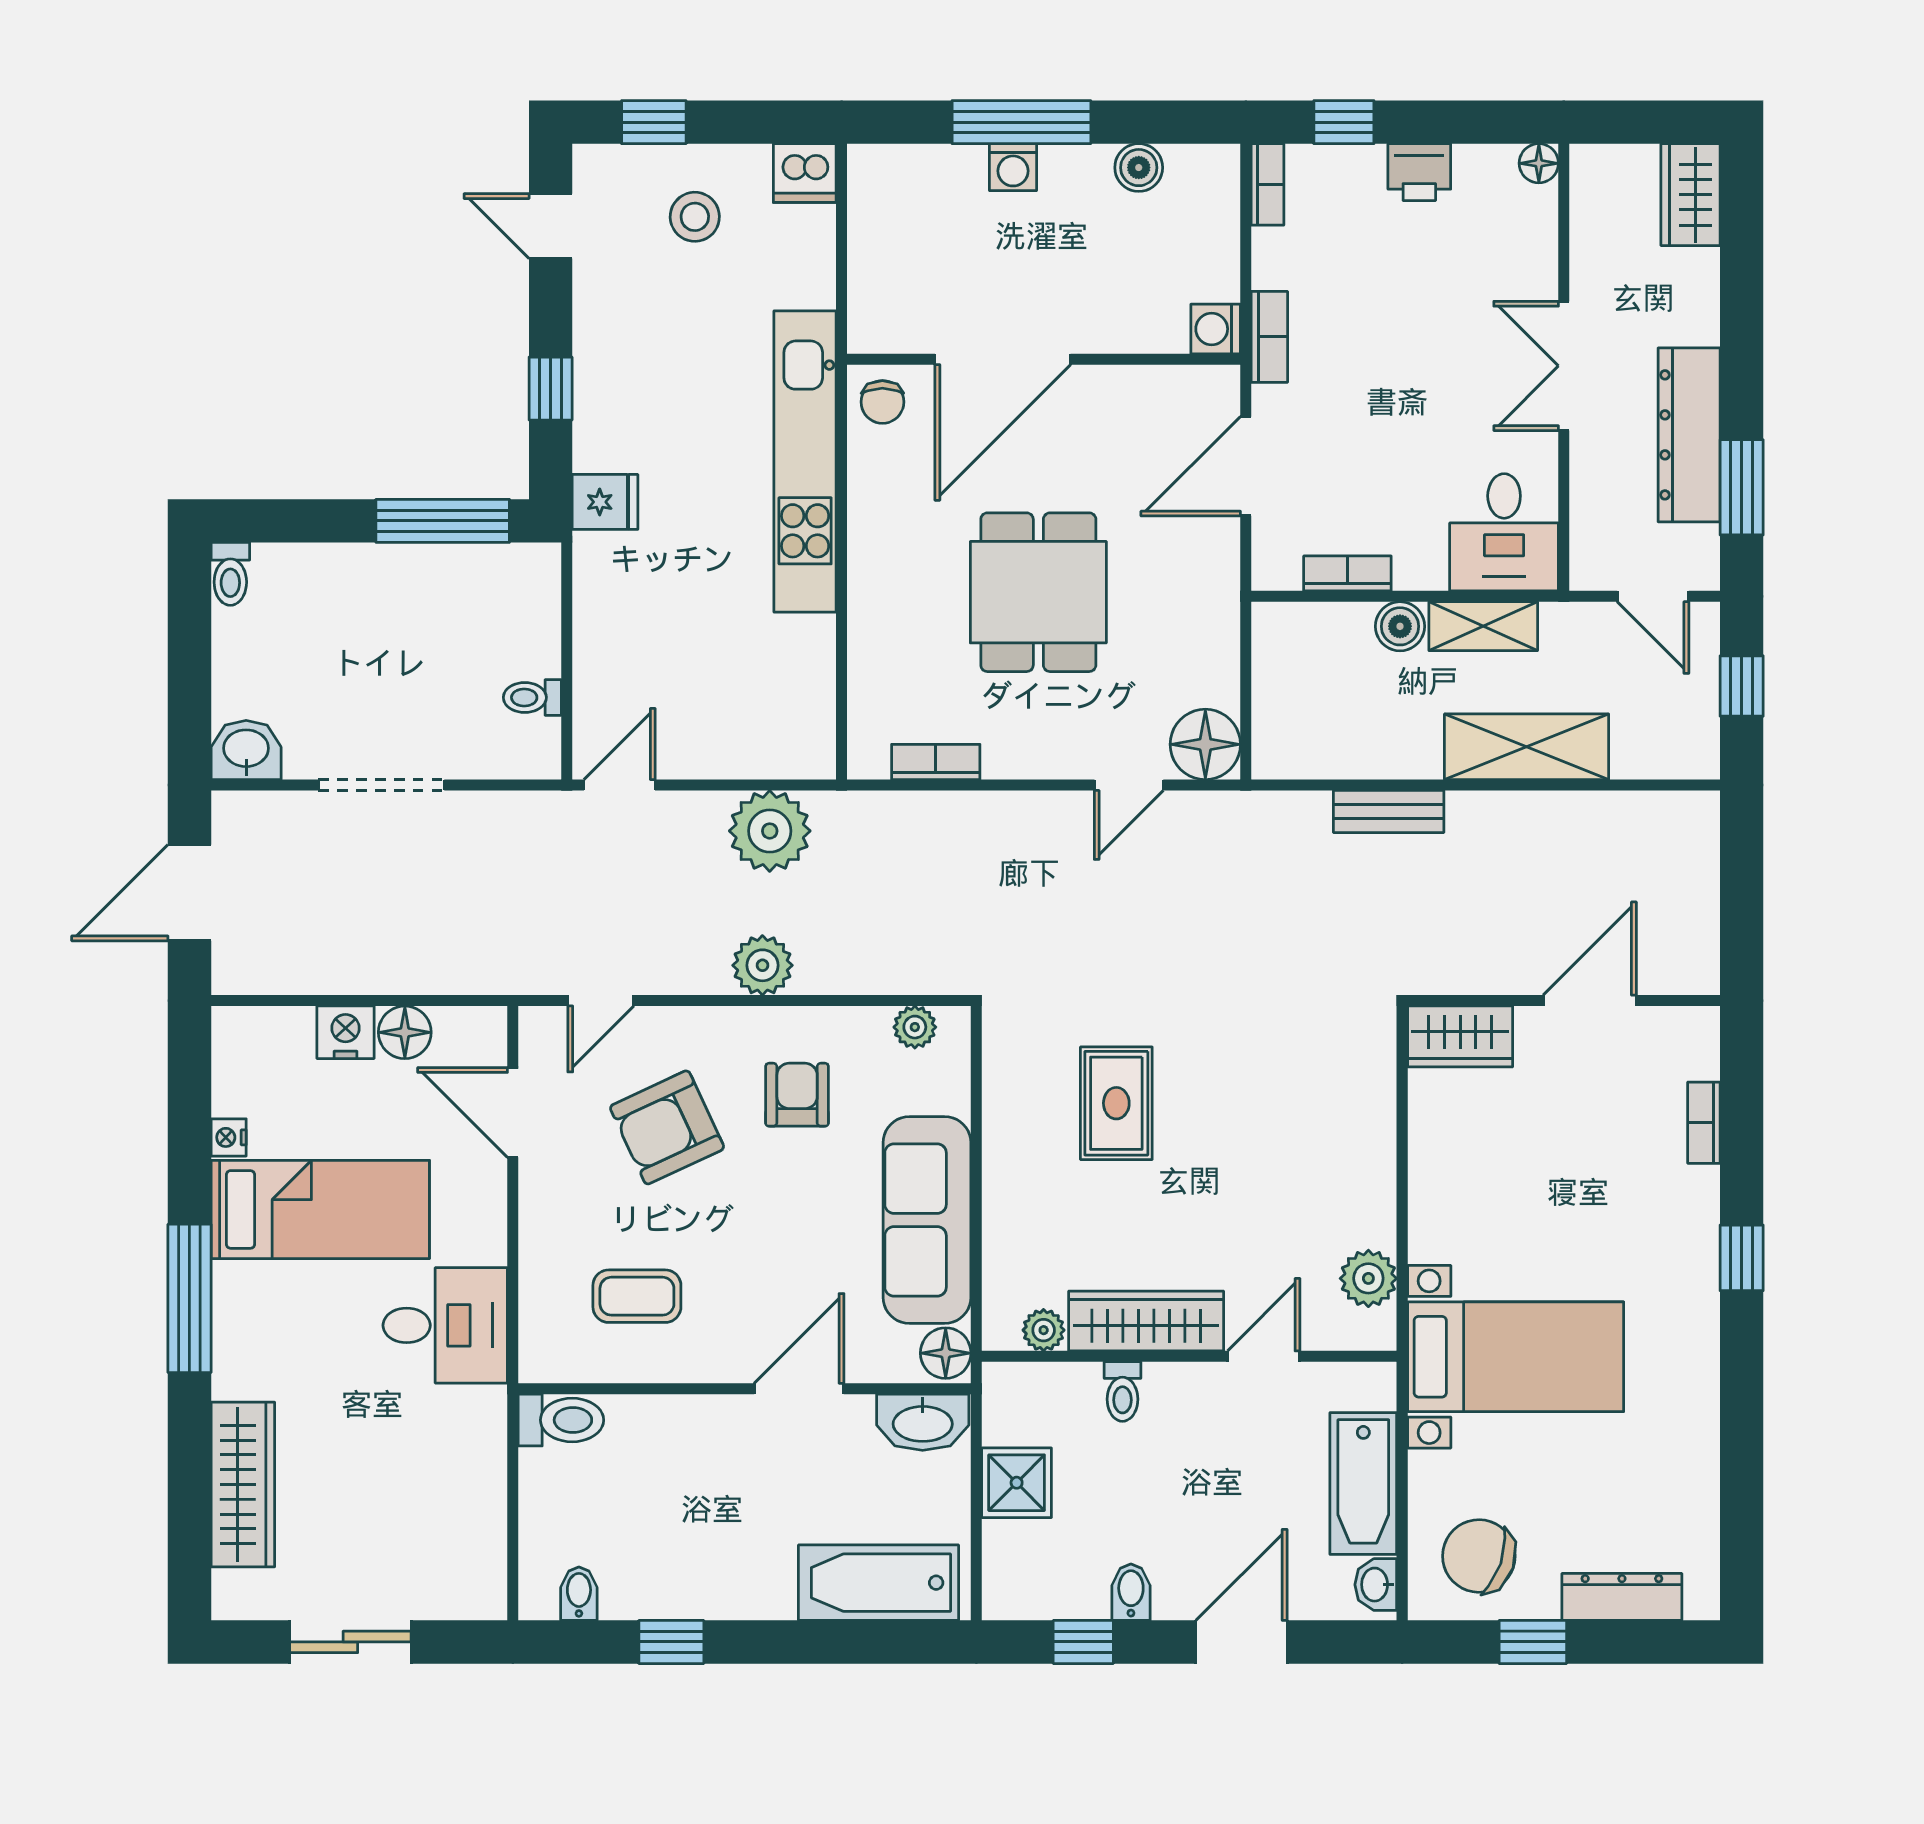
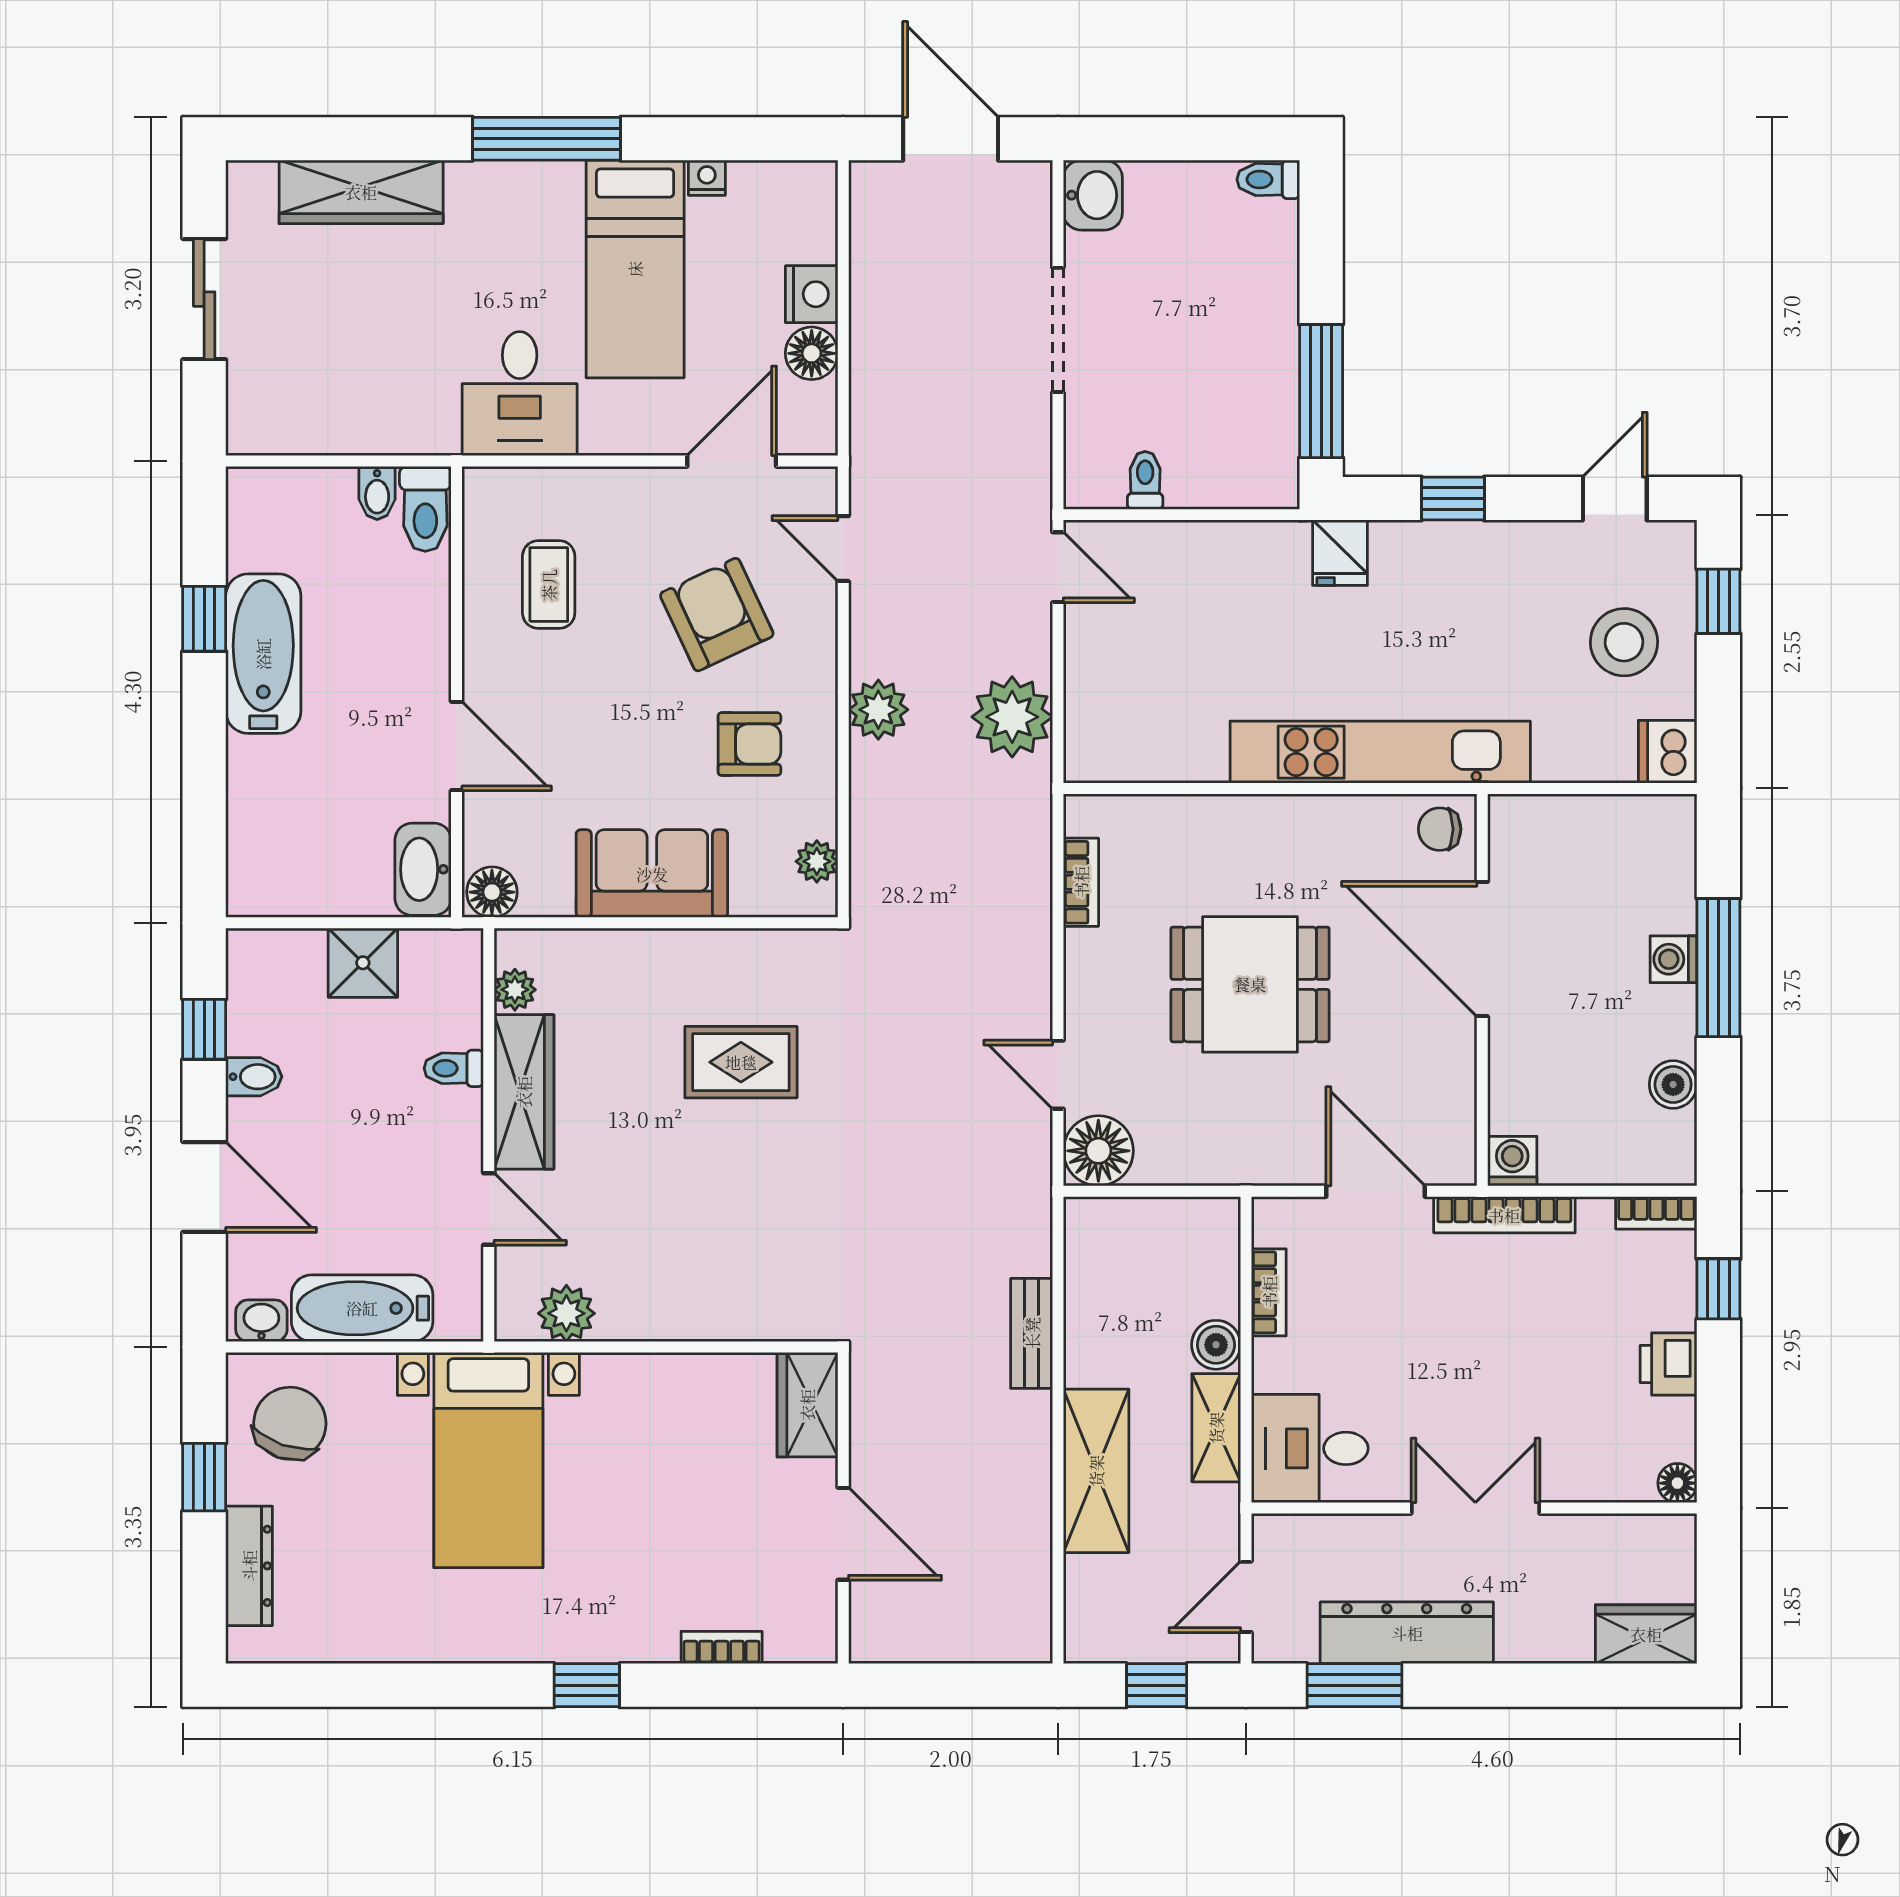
stool: (695, 217) -> (1624, 642), width x1.38, depth x1.38
bookcase: (1269, 337) -> (1504, 1215), width x1.56
sofa: (927, 1220) -> (652, 874), width x0.73
bathtub: (879, 1583) -> (263, 654), moved
bidet: (579, 1594) -> (377, 493), moved, turned 90

